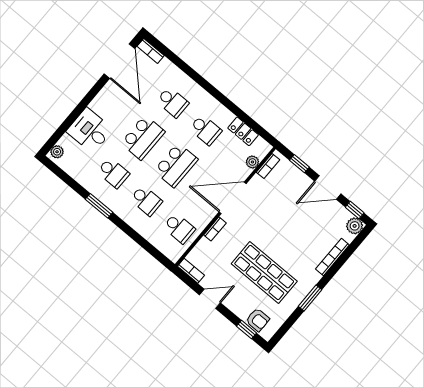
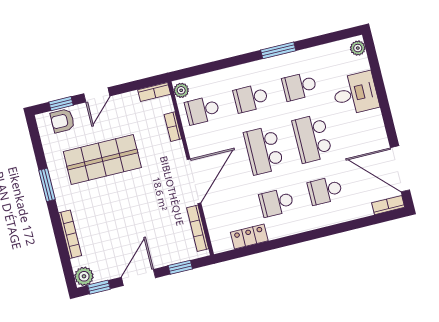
plant: (252, 162) -> (181, 90), moved
bookcase: (268, 166) -> (198, 228), width x1.56
bookcase: (215, 229) -> (173, 127), moved
door: (210, 299) -> (97, 95), moved

